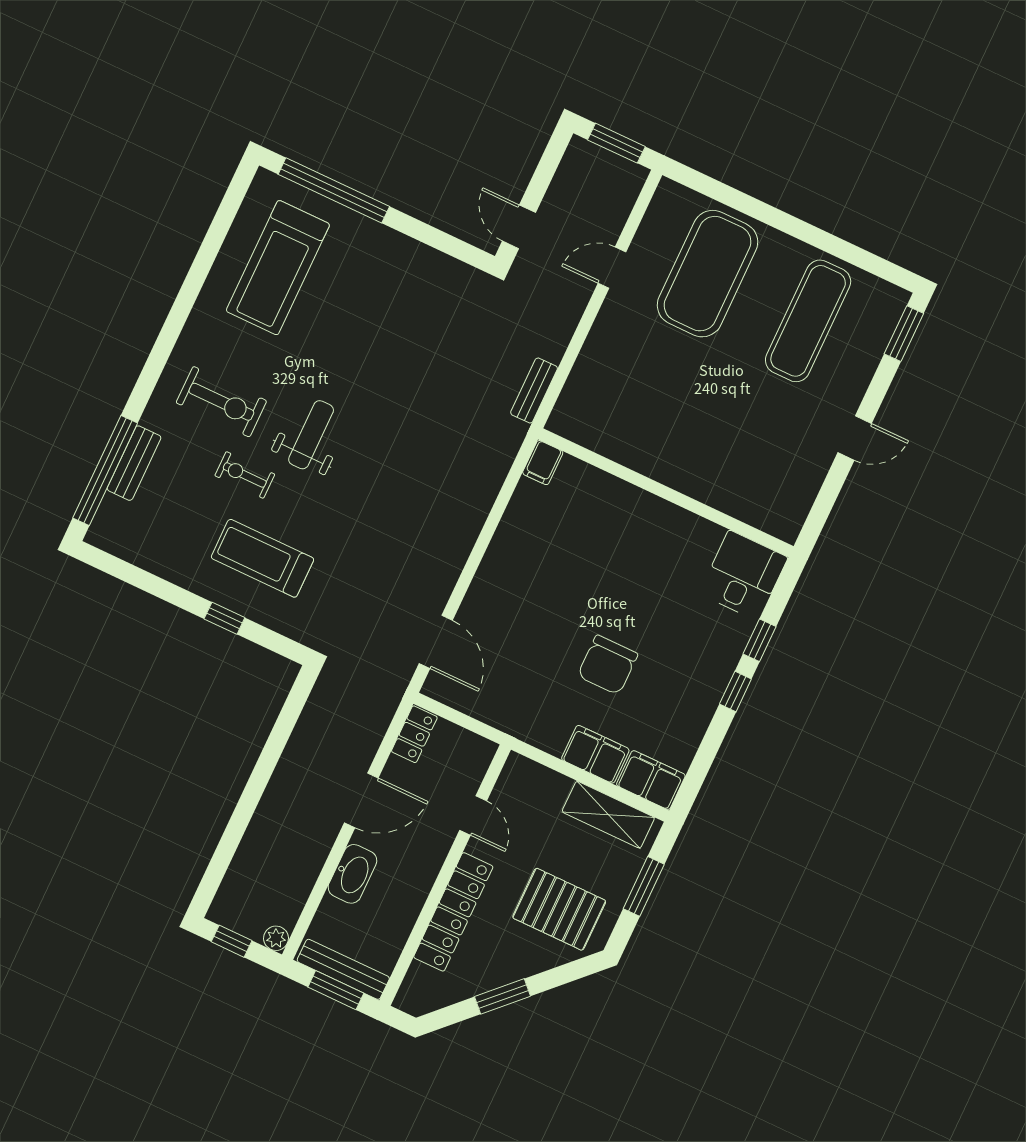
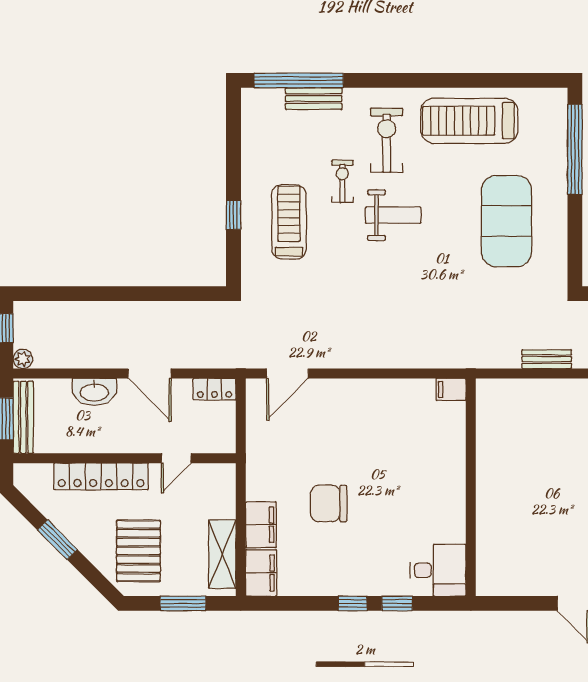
treadmill: (278, 268) -> (469, 121), moved
exercise mat: (379, 308) -> (507, 221), added
bench: (534, 391) -> (547, 359), moved
exercise bike: (221, 402) -> (387, 140), turned 180

